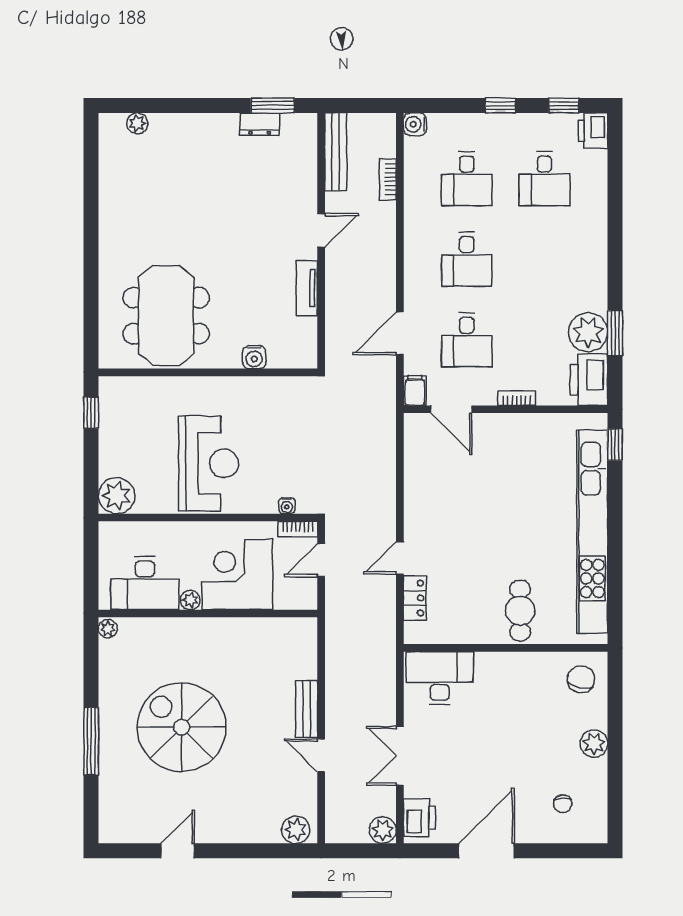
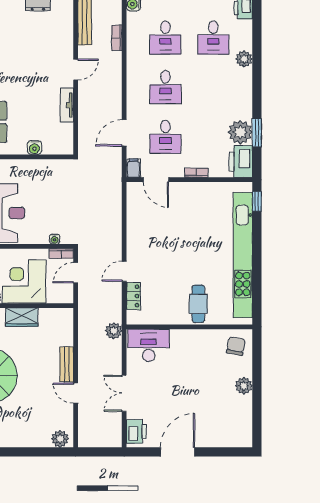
plant: (594, 213) -> (244, 59), added
wardrobe: (234, 632) -> (22, 317), added
chair: (563, 804) -> (225, 423), removed
plant: (383, 830) -> (114, 331), moved

